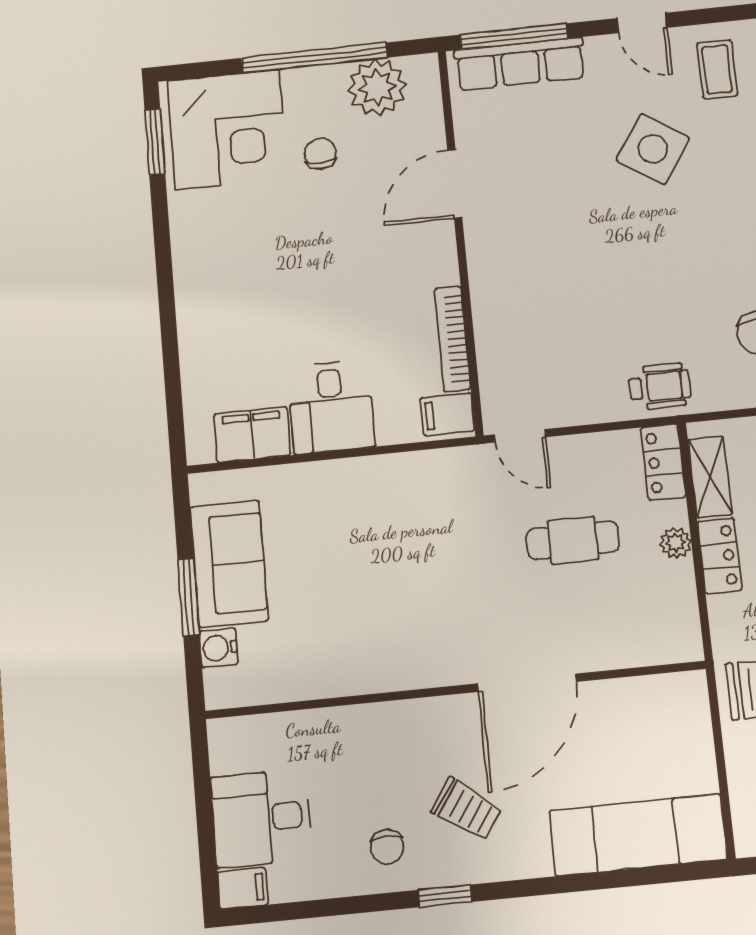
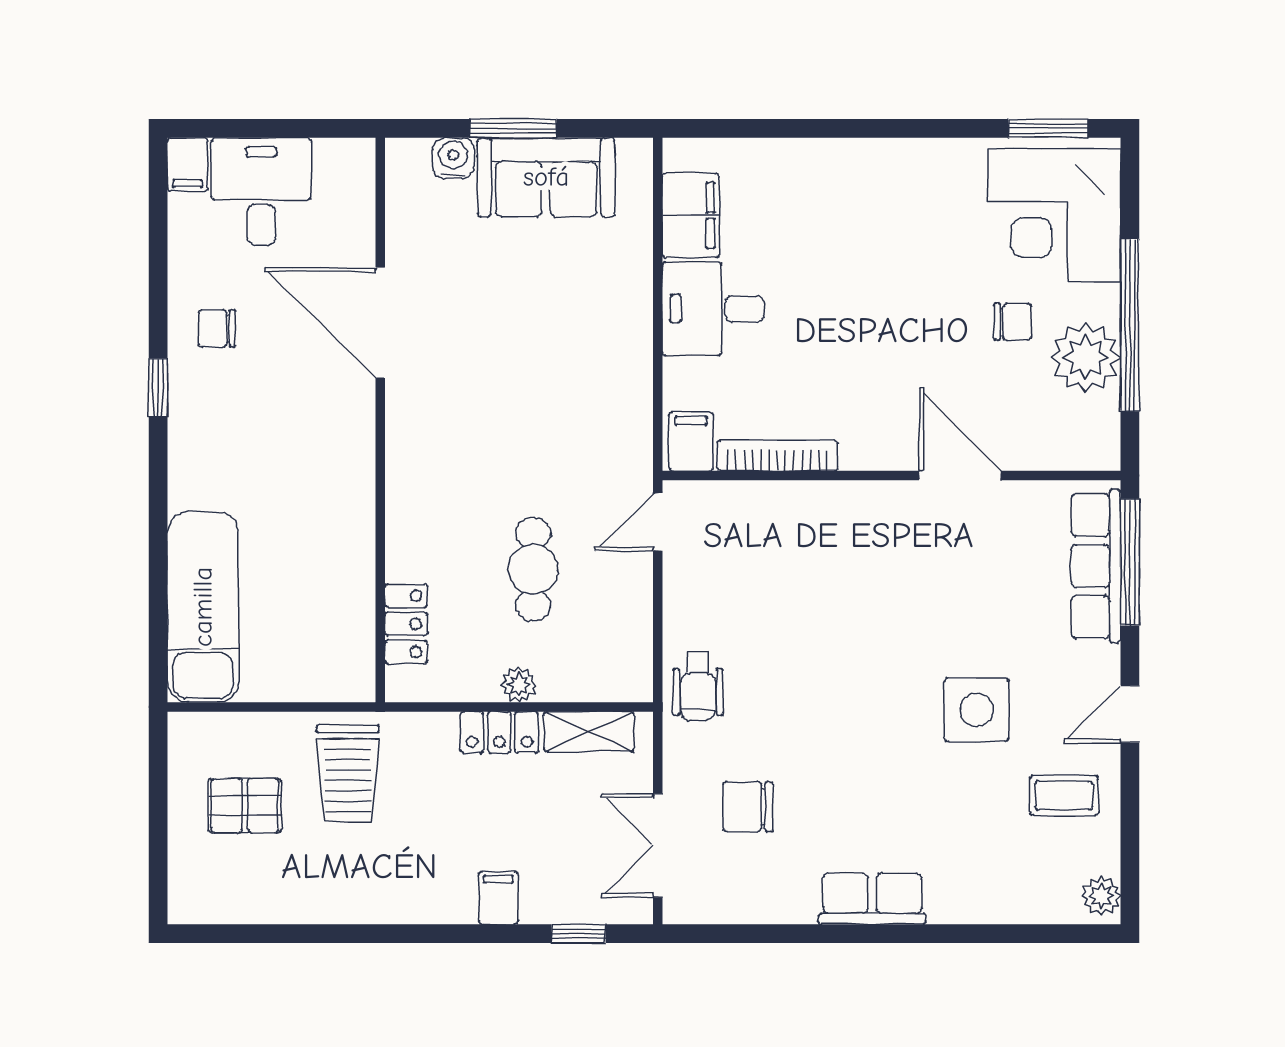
plant: (377, 87) -> (1086, 357), moved
side table: (653, 149) -> (977, 710), turned -34
locker: (663, 462) -> (406, 624), moved, turned 90
door: (527, 683) -> (380, 323), moved
trolley: (467, 809) -> (249, 421), removed

